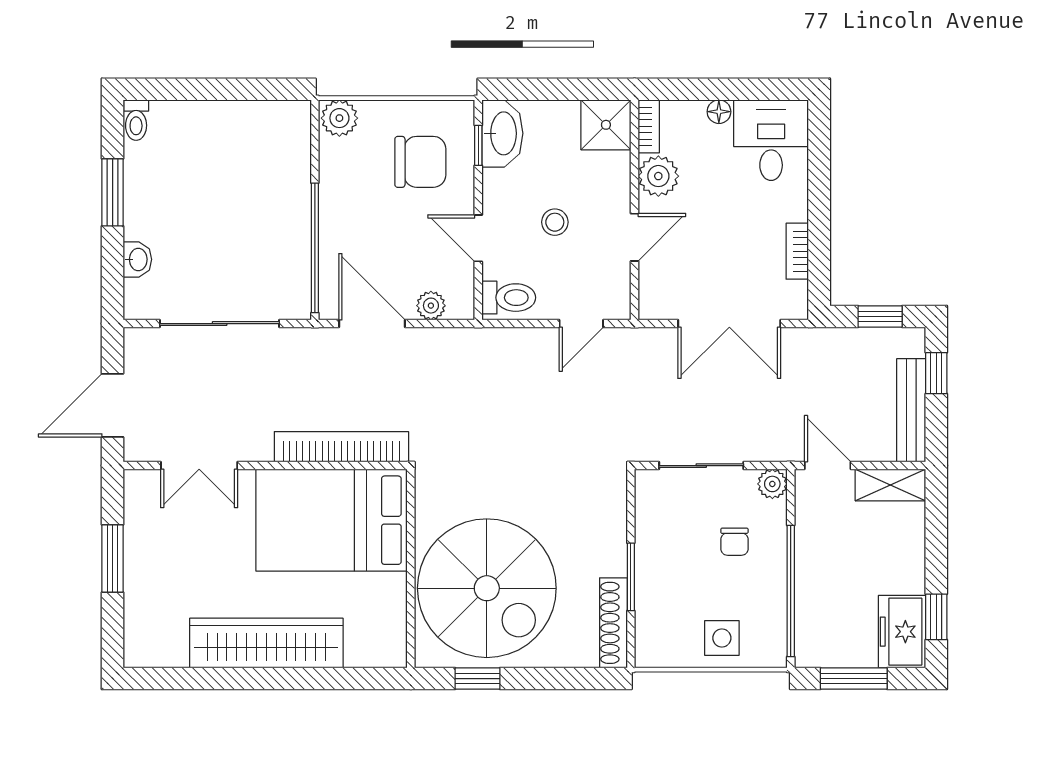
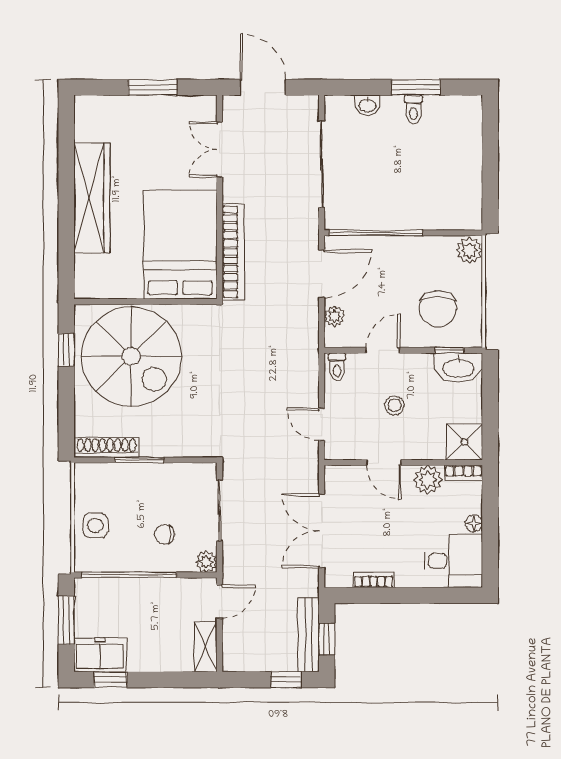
toilet: (136, 120) -> (413, 110), moved, turned -90
toilet: (509, 298) -> (337, 367), width x0.73, depth x0.72
bench: (911, 410) -> (309, 635), moved, turned 90
spiral stairs: (487, 588) -> (131, 356), turned -90

